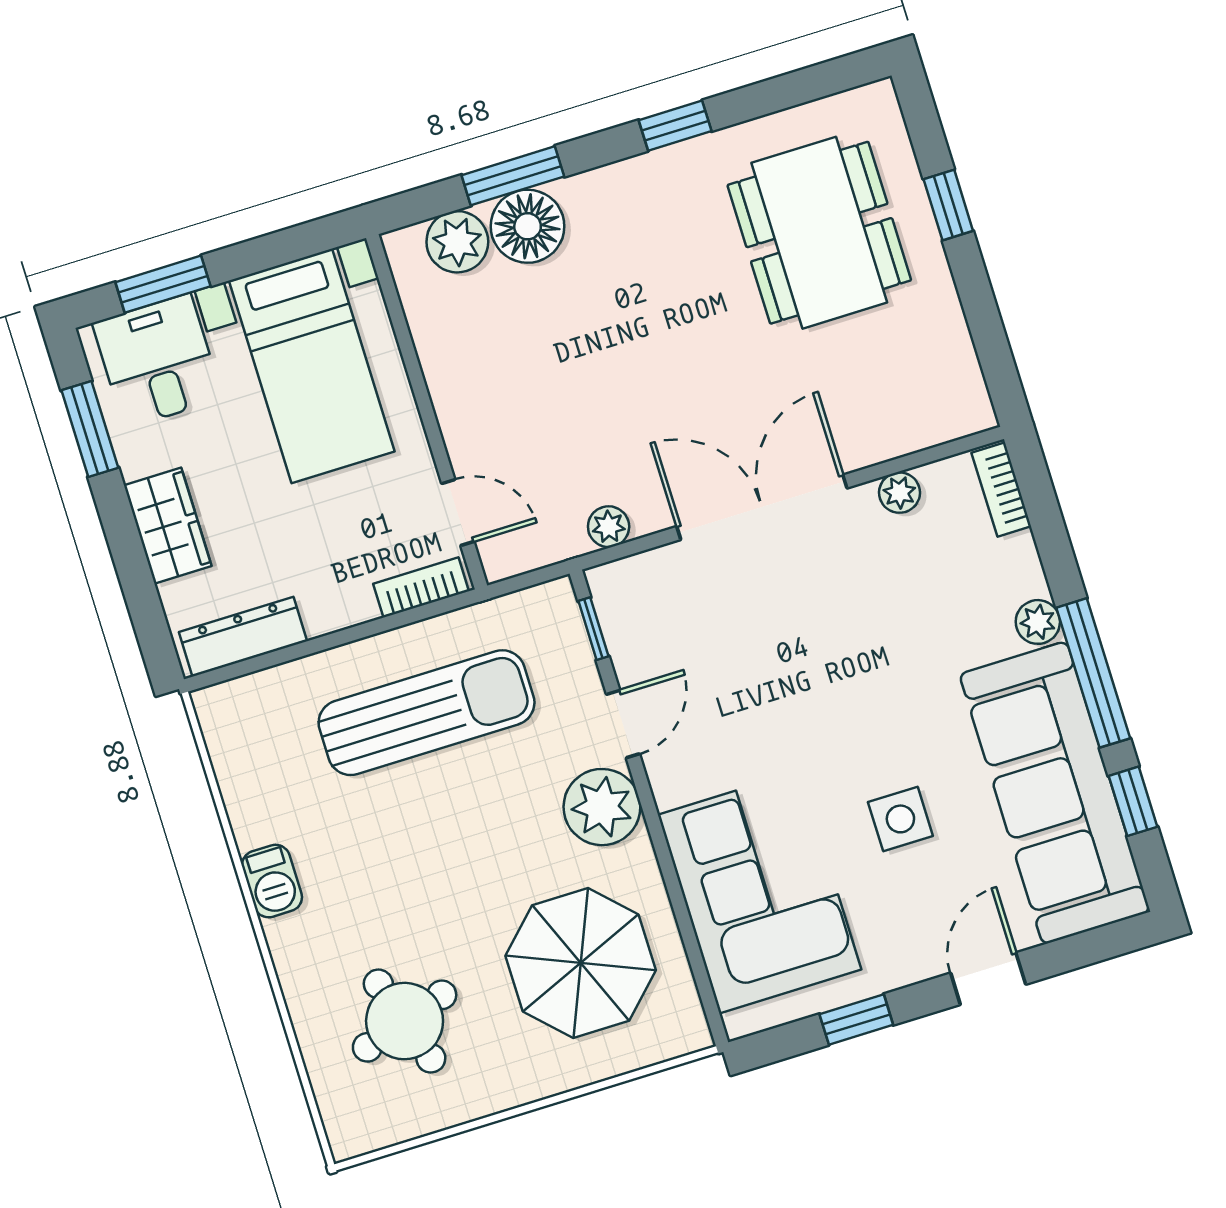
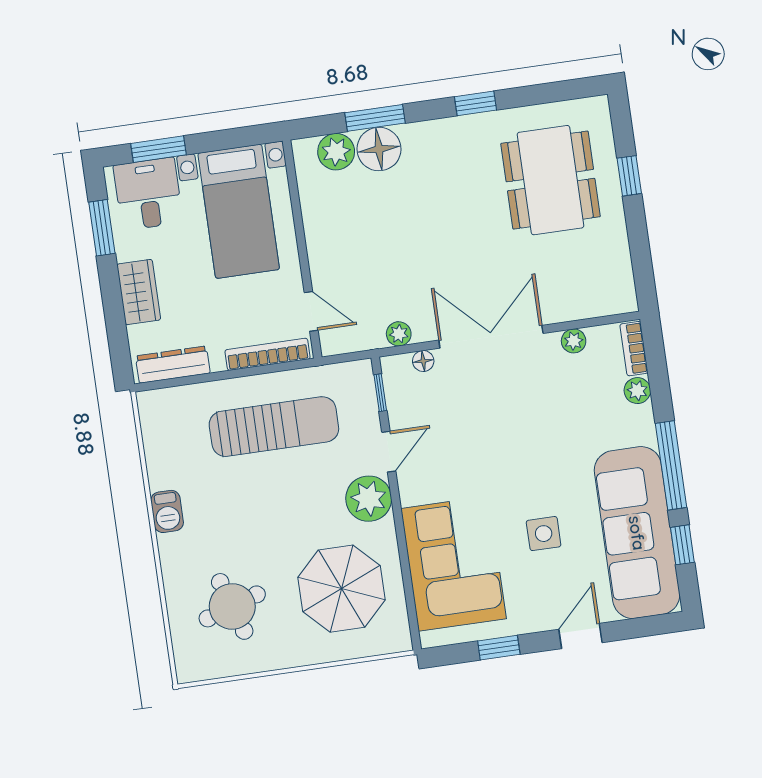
floor lamp: (656, 565) -> (423, 361), added
bookcase: (421, 587) -> (268, 354), width x1.56
plant: (1038, 622) -> (637, 391), moved

